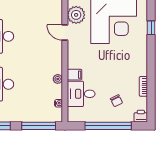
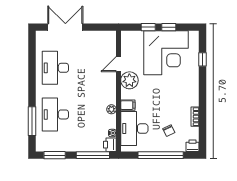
plant: (76, 15) -> (129, 80), moved
door: (65, 33) -> (118, 64), hinge flipped
desk: (81, 94) -> (134, 129), width x1.37
printer: (56, 115) -> (110, 145), added

